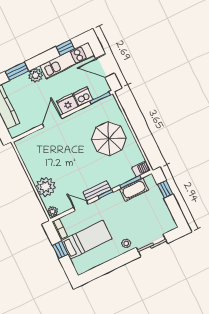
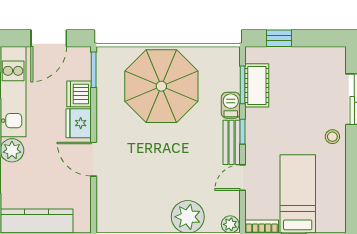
parasol: (109, 139) -> (161, 86), width x1.36, depth x1.36
barbecue: (141, 169) -> (231, 105), moved

